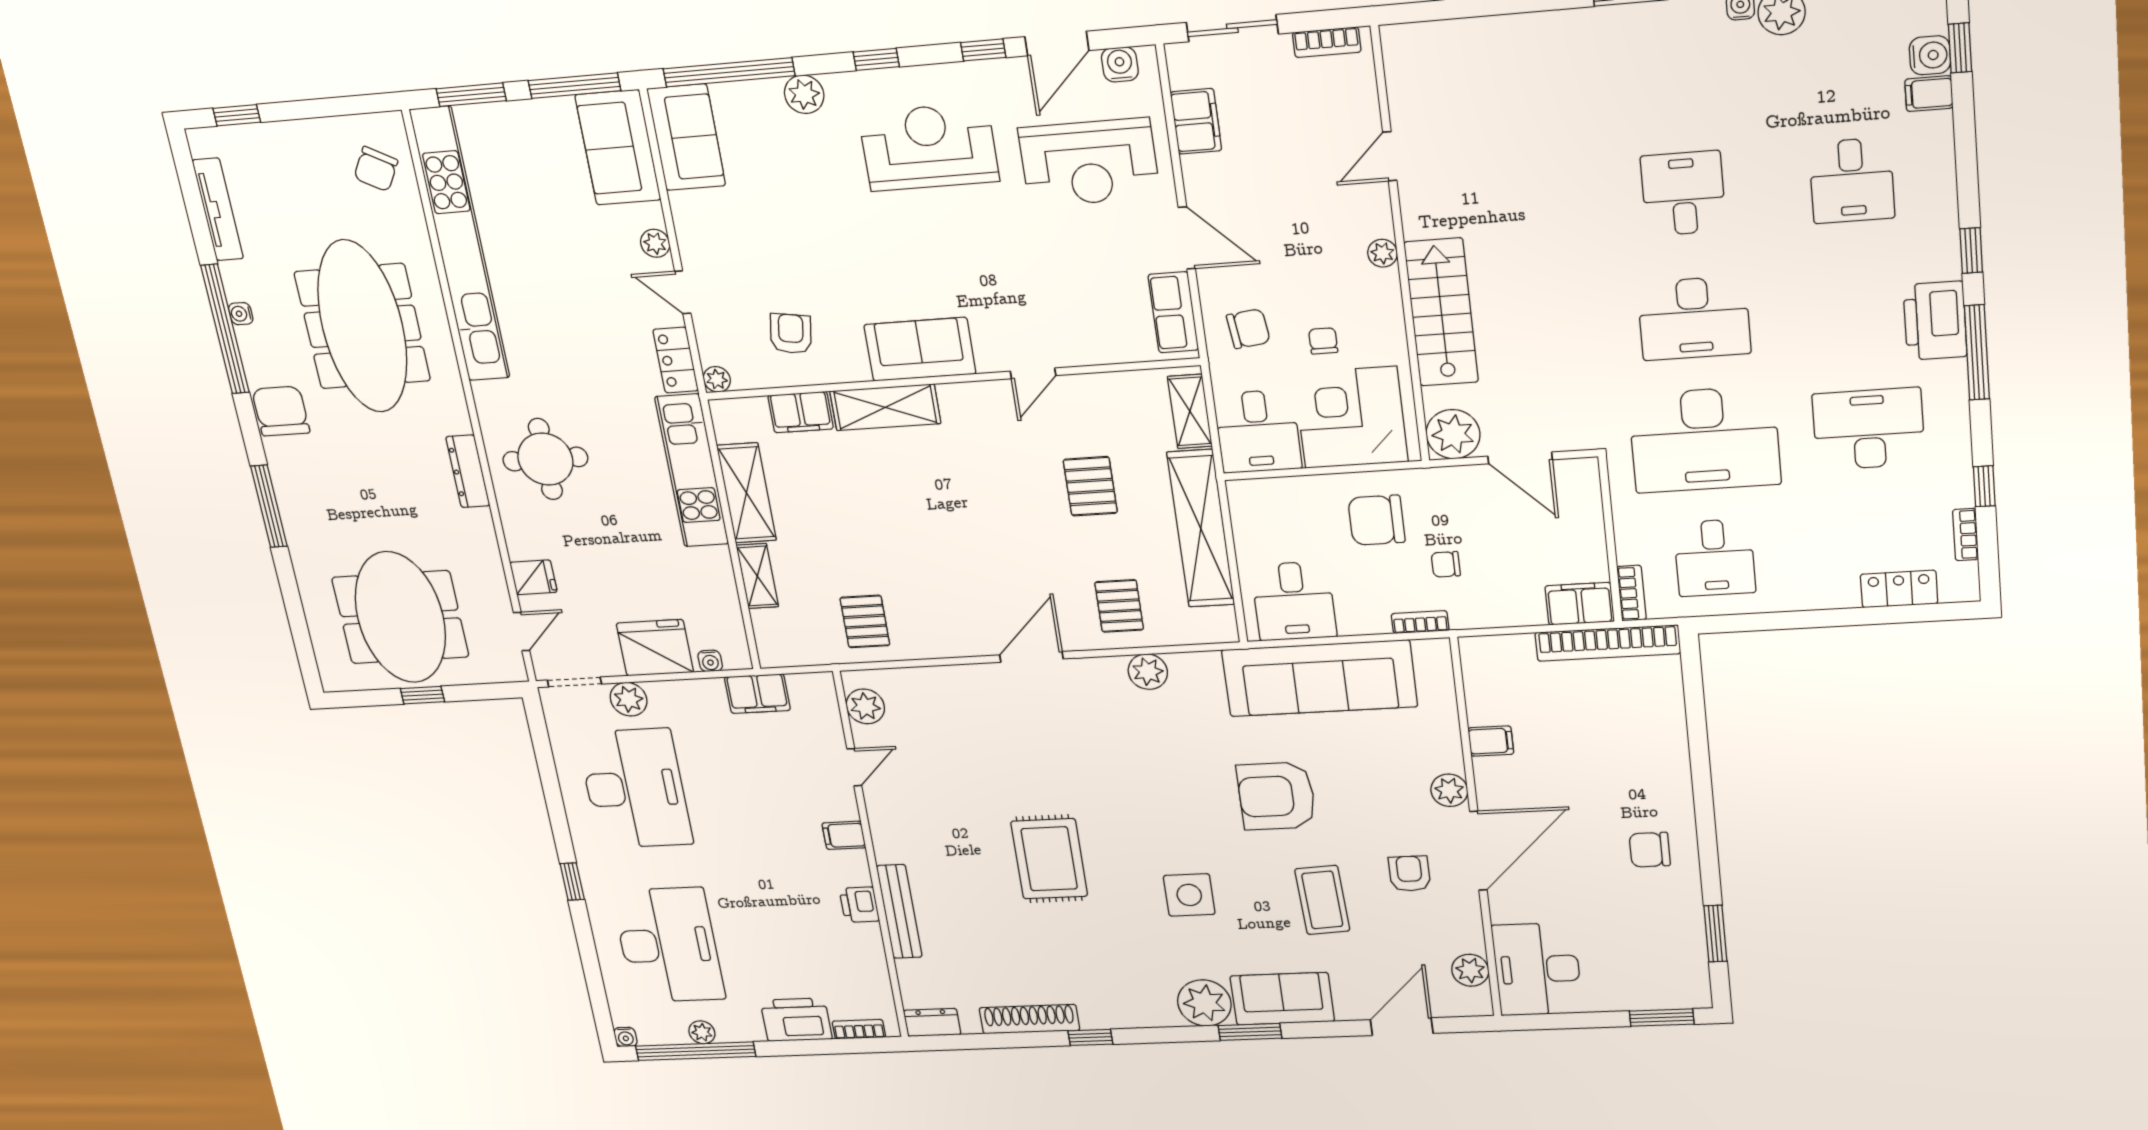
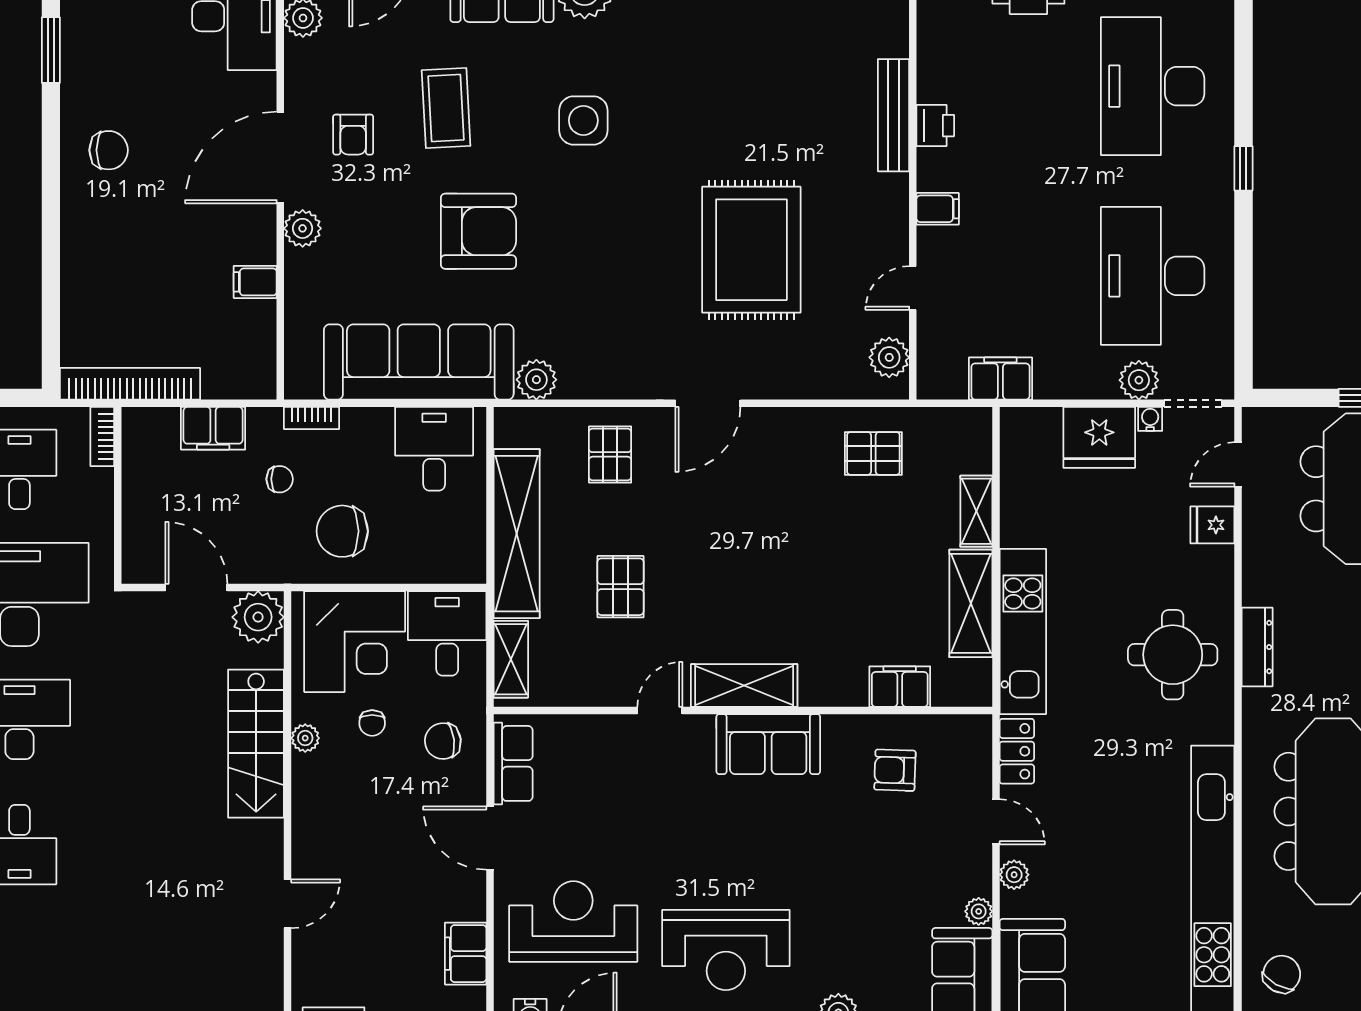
plant: (1382, 253) -> (305, 738), moved
armchair: (791, 334) -> (895, 770), turned 83
plant: (717, 379) -> (979, 911), moved
shelving: (885, 407) -> (744, 686), moved
chair: (1376, 520) -> (342, 531), turned 180
filing cabinet: (1580, 604) -> (213, 428), moved
pallet: (865, 621) -> (873, 453), turned 90
water cooler: (710, 661) -> (1150, 419), moved
plant: (1148, 672) -> (536, 380), moved
rug: (1049, 859) -> (751, 250), moved, width x1.37, depth x1.44

